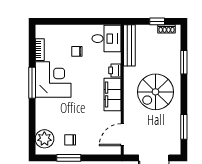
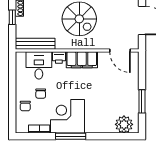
desk: (107, 39) -> (39, 65), moved
chair: (70, 140) -> (25, 106), moved

